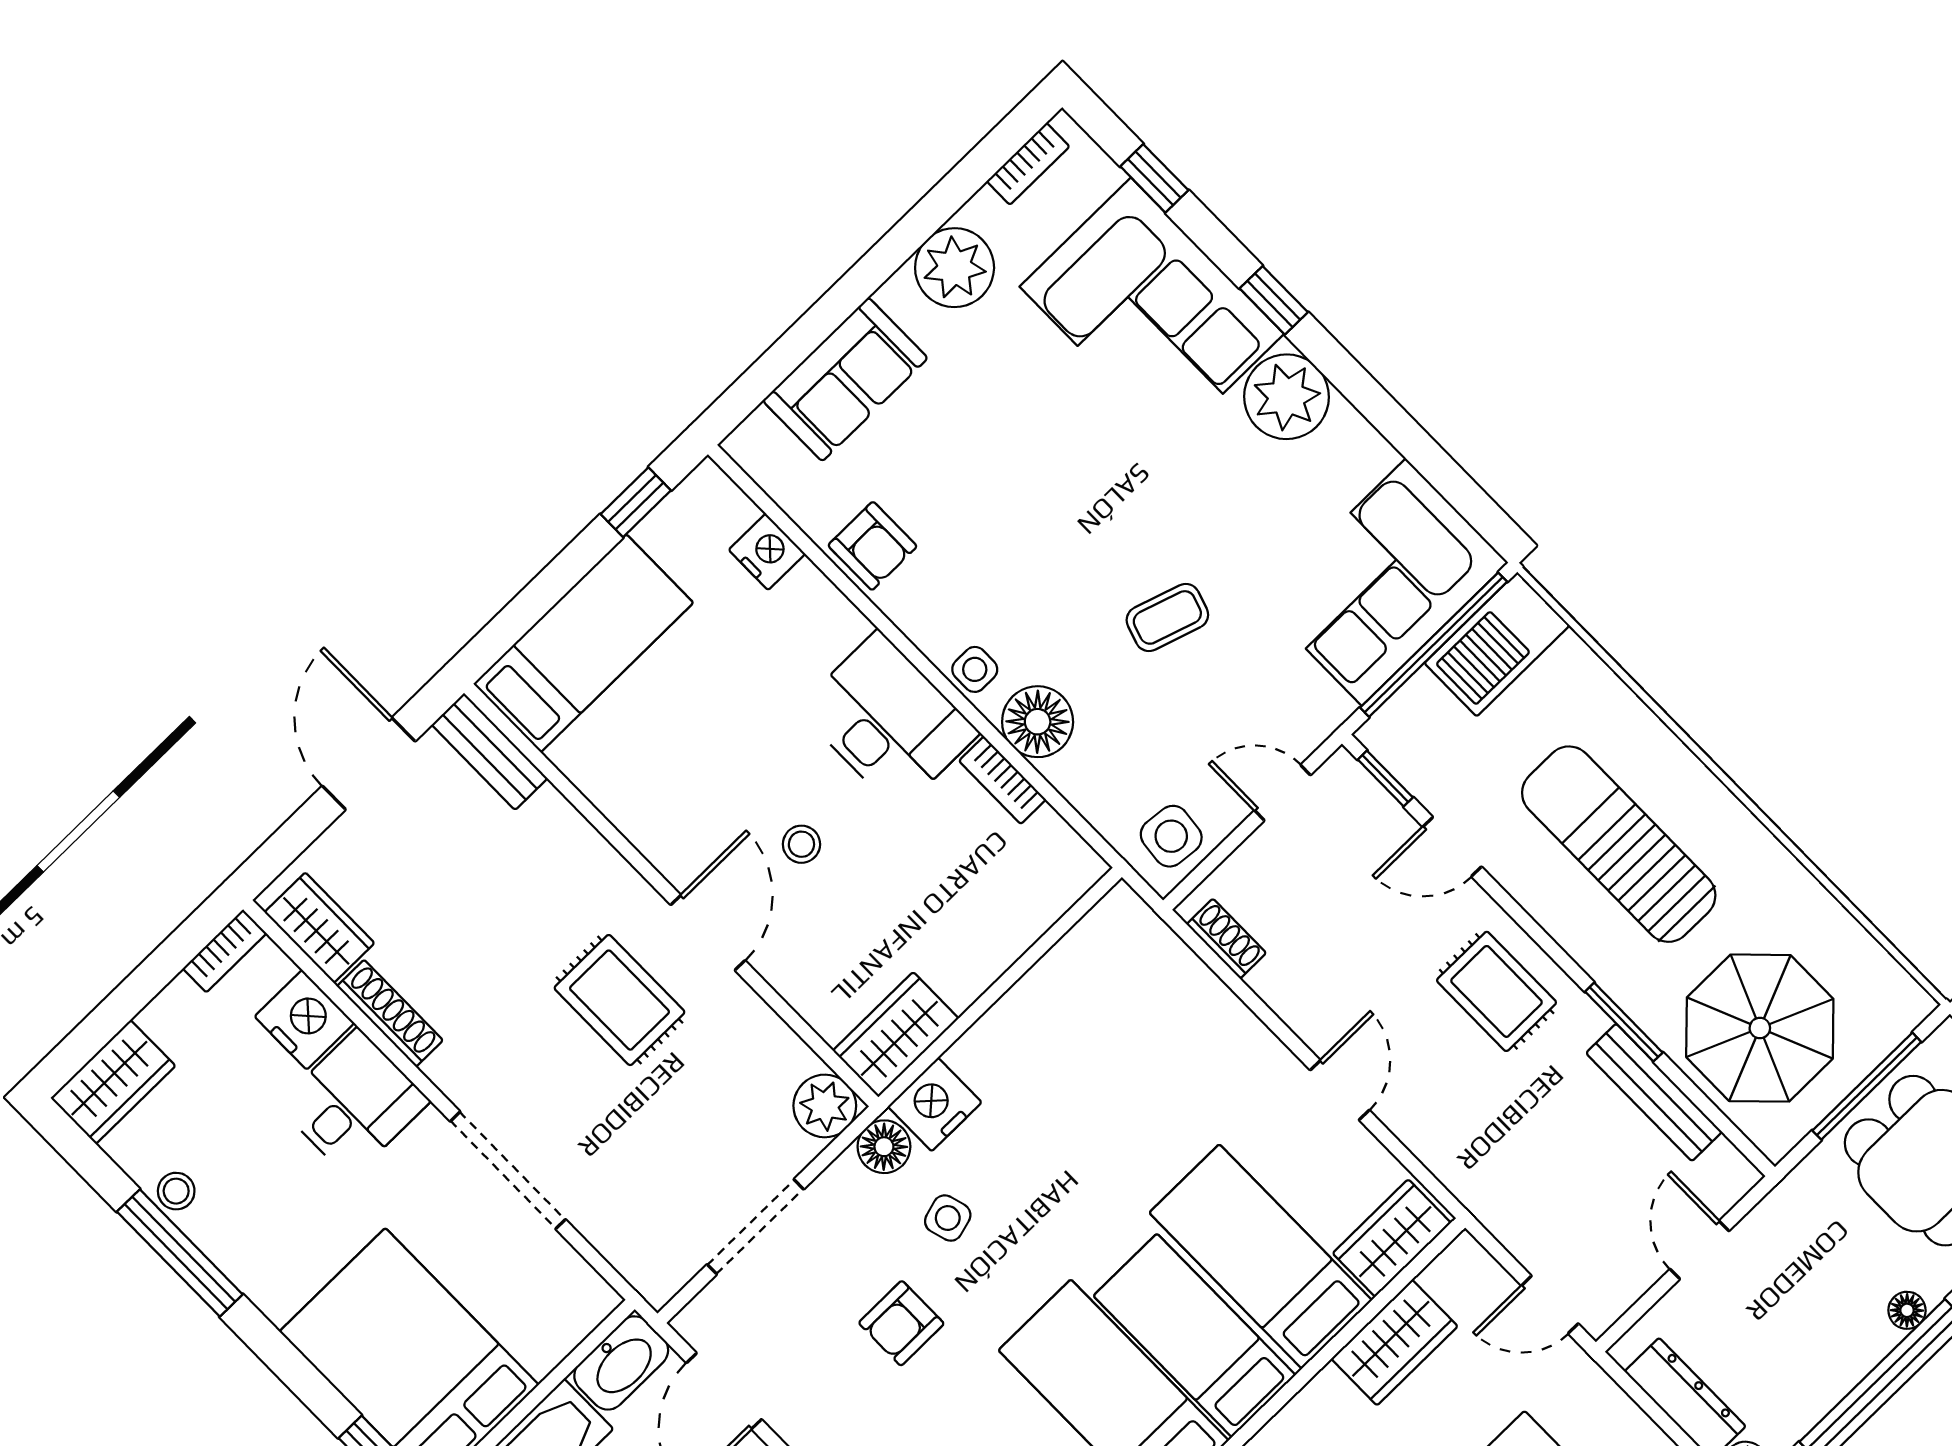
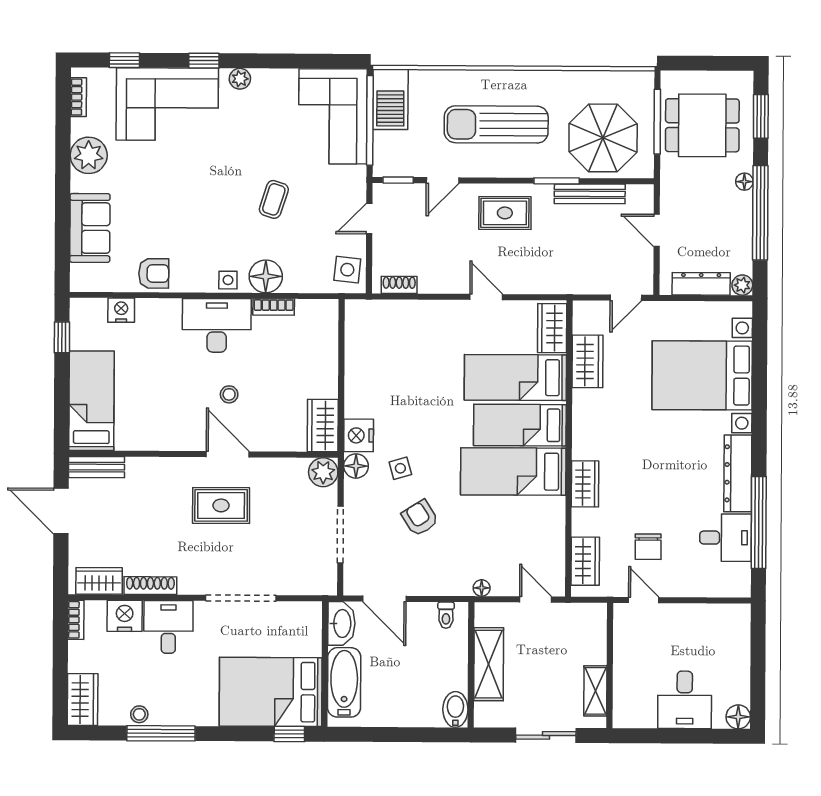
plant: (1287, 397) -> (240, 79), width x0.53, depth x0.53
armchair: (901, 1323) -> (420, 518), turned 148

